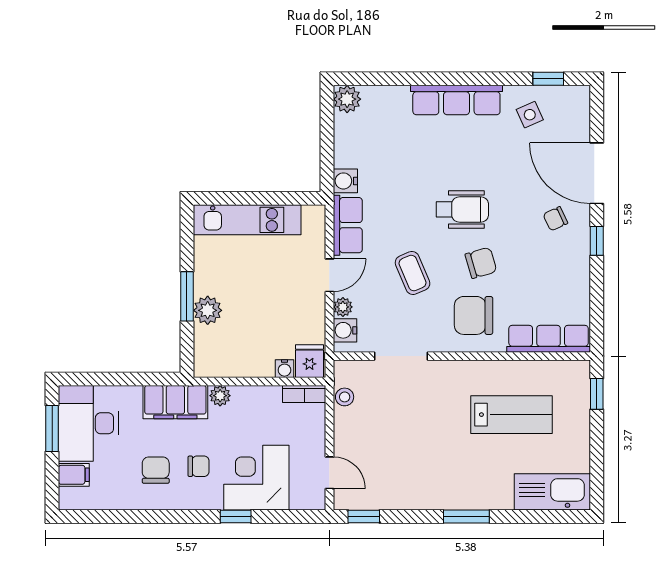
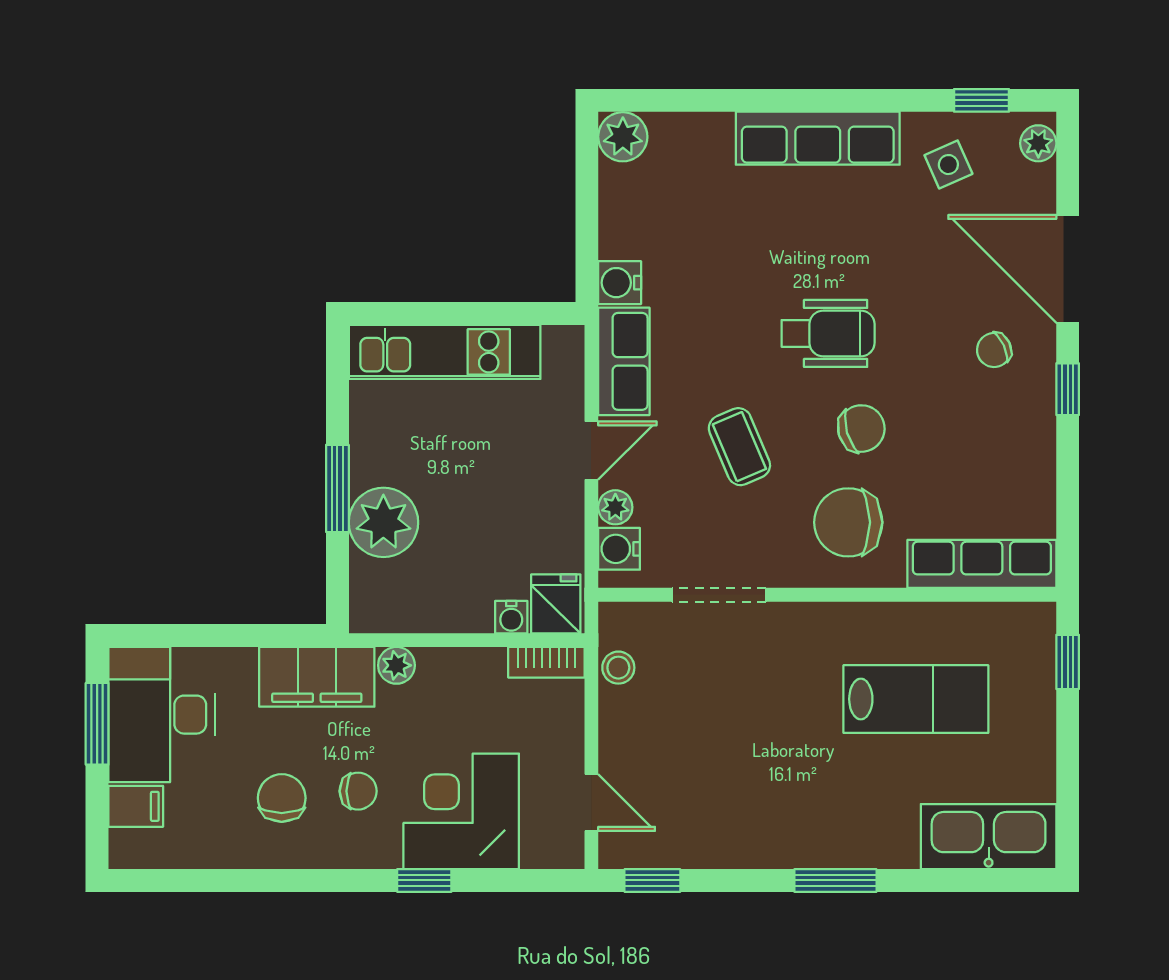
plant: (580, 103) -> (1038, 143), added
plant: (208, 310) -> (383, 522), width x1.36, depth x1.36

